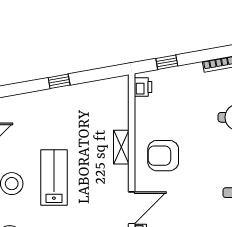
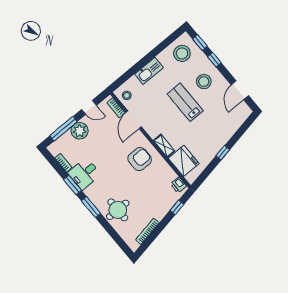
fridge: (113, 110) -> (184, 161), added
lab bench: (54, 177) -> (185, 102), turned 180

